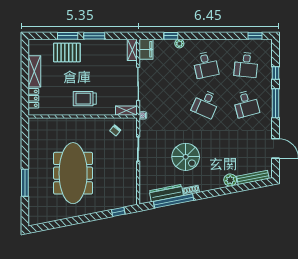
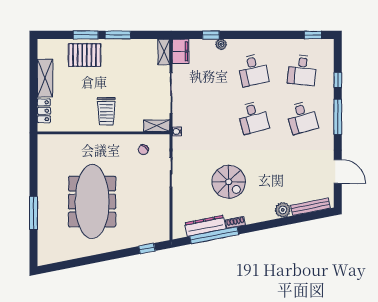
trolley: (85, 99) -> (106, 111), turned -90
desk: (206, 104) -> (253, 117), turned -39

